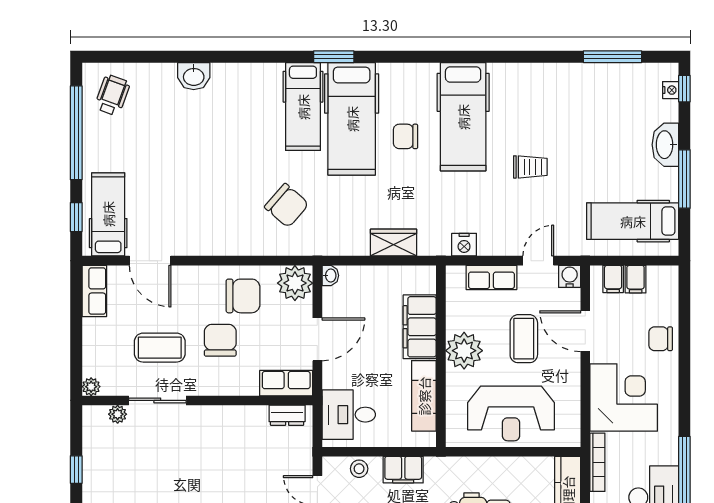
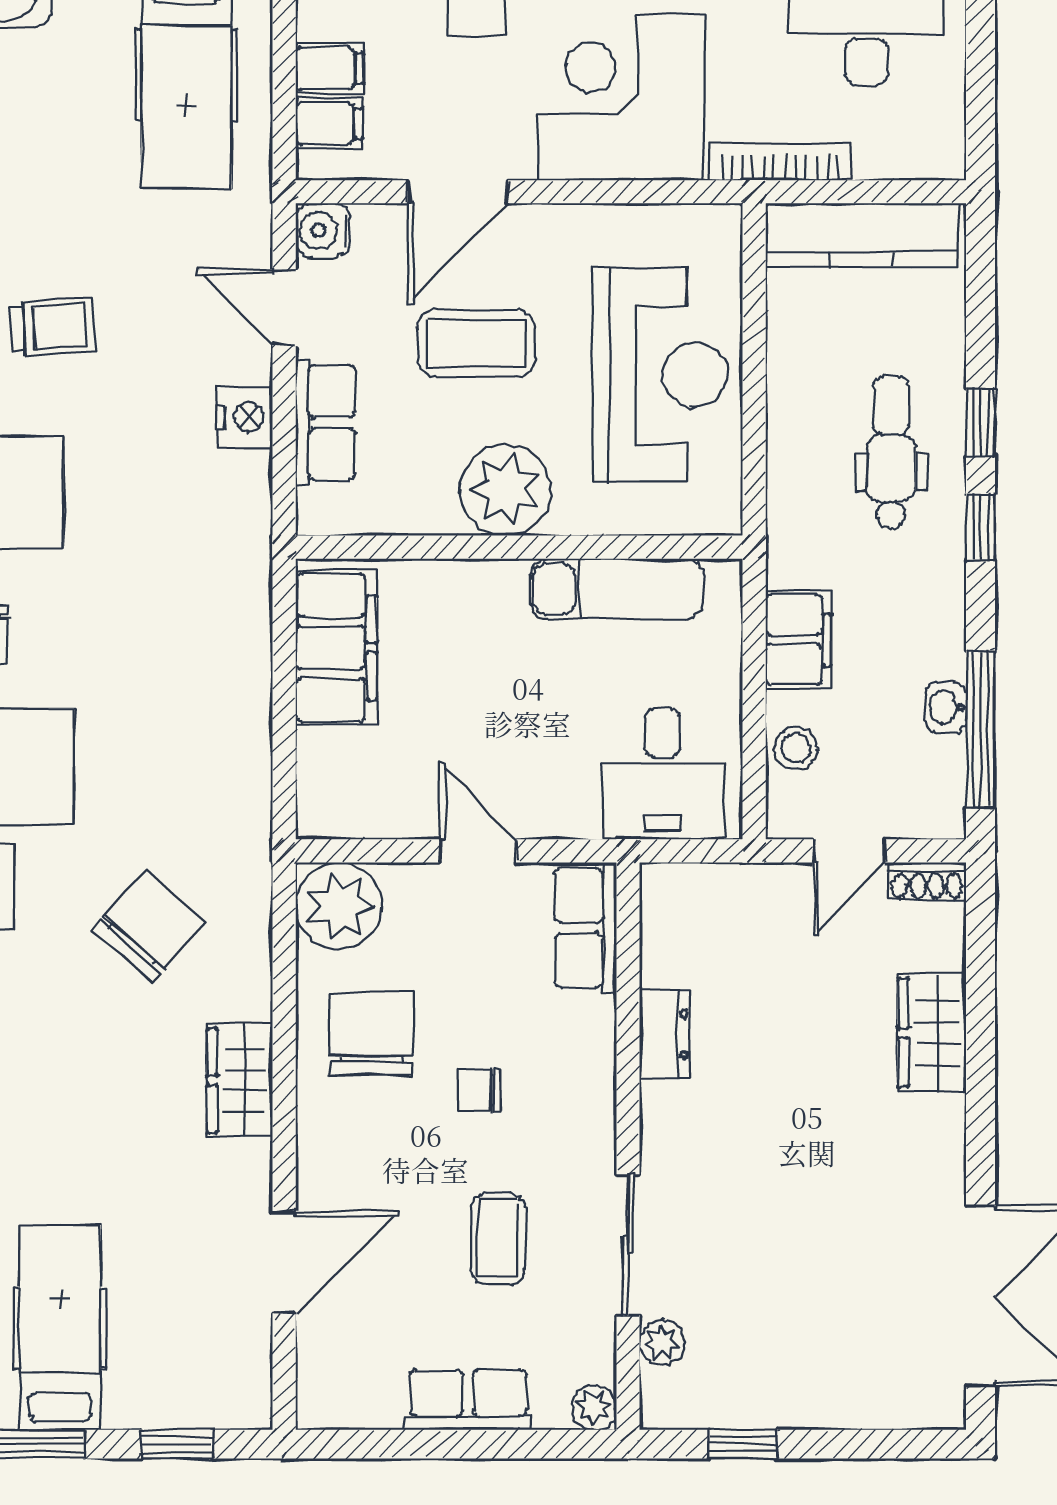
trolley: (530, 167) -> (53, 327), turned 86
hospital bed: (108, 214) -> (60, 1327), moved, turned 90
wardrobe: (394, 243) -> (240, 1080), moved
nightstand: (464, 245) -> (245, 417), moved
washbasin: (330, 276) -> (321, 819), removed
row of seats: (94, 291) -> (468, 1400), moved
filing cabinet: (420, 327) -> (336, 647), moved, turned -90
door: (317, 339) -> (478, 851), width x0.73
chair: (220, 340) -> (480, 1090), width x0.54, depth x0.54
coffee table: (160, 348) -> (498, 1239), width x0.73, depth x0.77
dresser: (287, 415) -> (664, 1034), moved
window: (76, 470) -> (743, 1444), moved

